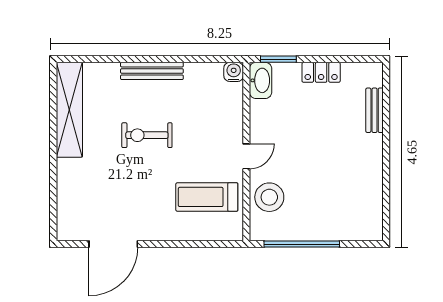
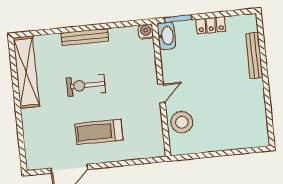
bench: (375, 110) -> (254, 55), width x1.36
treadmill: (207, 197) -> (99, 132), moved
window: (302, 244) -> (209, 155), removed

